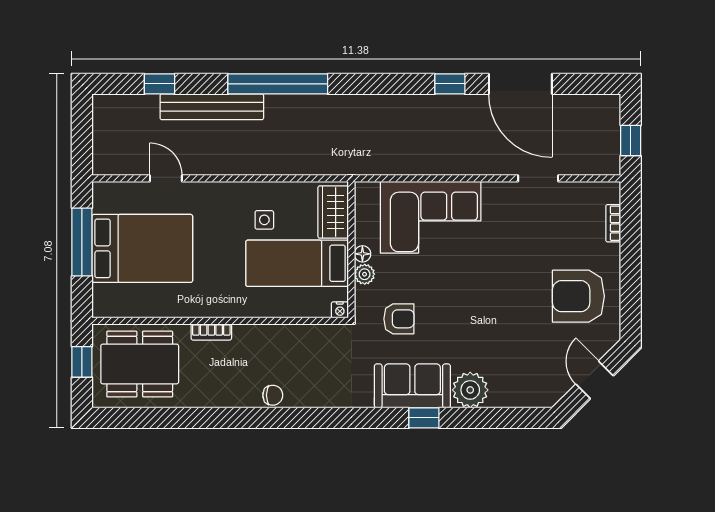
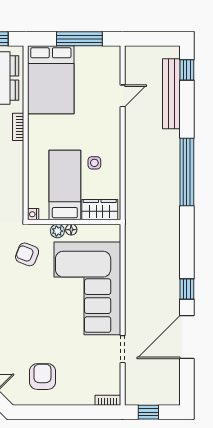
window: (160, 84) -> (187, 70), moved
bench: (212, 107) -> (171, 94), moved
corner sofa: (431, 217) -> (87, 288), width x1.36, depth x1.36
bookcase: (613, 223) -> (108, 400), moved
bed: (142, 248) -> (51, 80), moved
armchair: (578, 296) -> (42, 377), width x0.73, depth x0.73
armchair: (399, 319) -> (27, 254), turned 111

